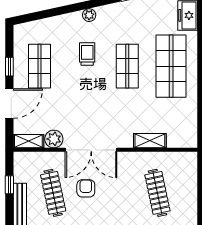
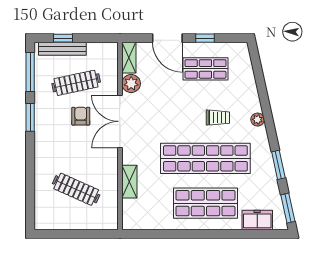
shop shelf: (127, 66) -> (205, 158), width x2.00, depth x1.36
window: (9, 185) -> (63, 38), moved
armchair: (86, 188) -> (81, 116), turned -90
clothes rail: (157, 193) -> (76, 189), turned 36

